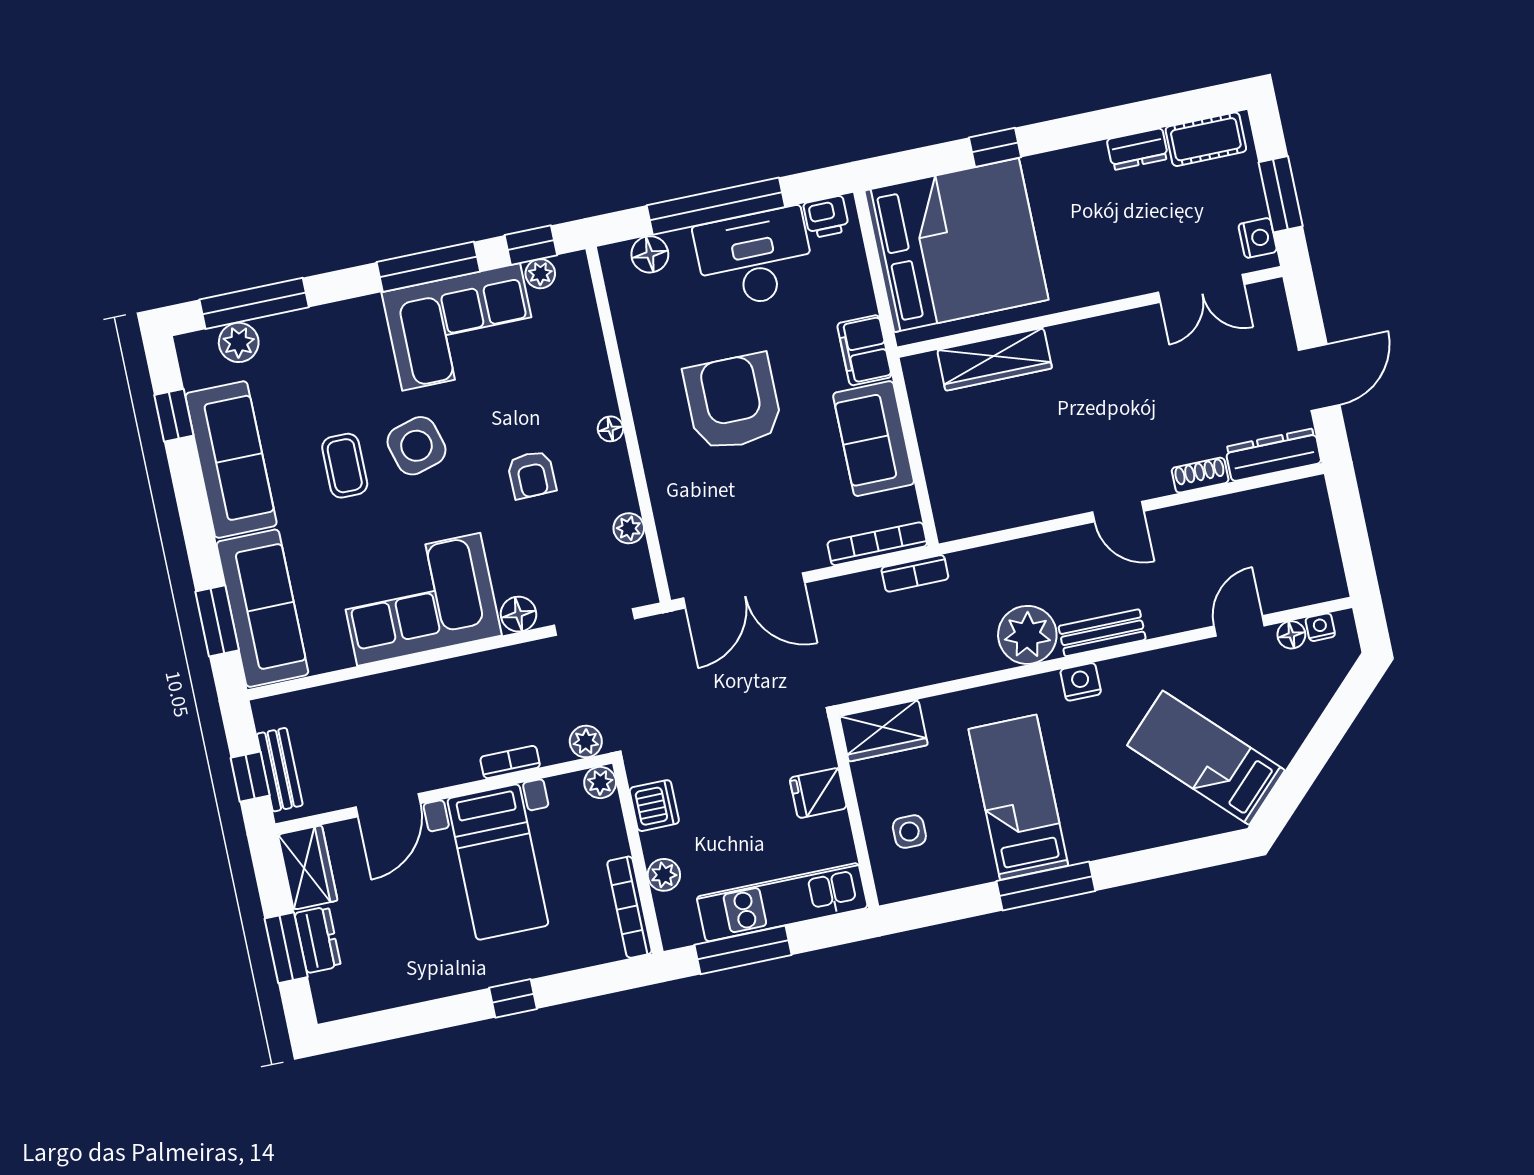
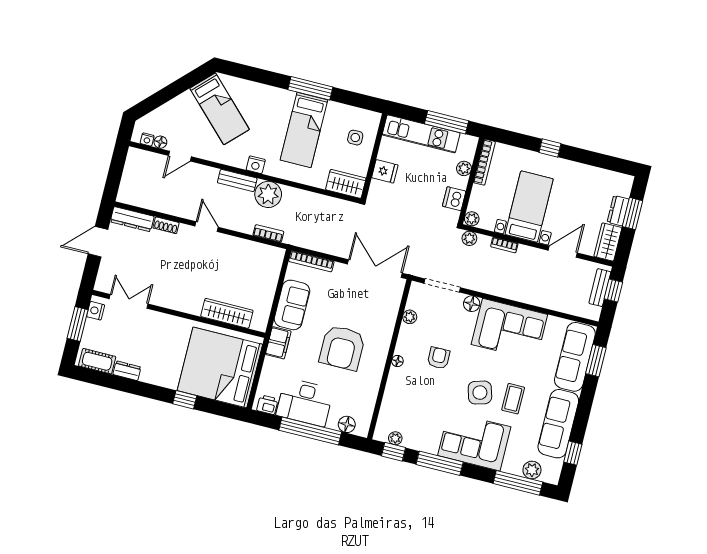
corner sofa: (461, 327) -> (474, 441), moved
bookcase: (915, 573) -> (268, 233), moved

